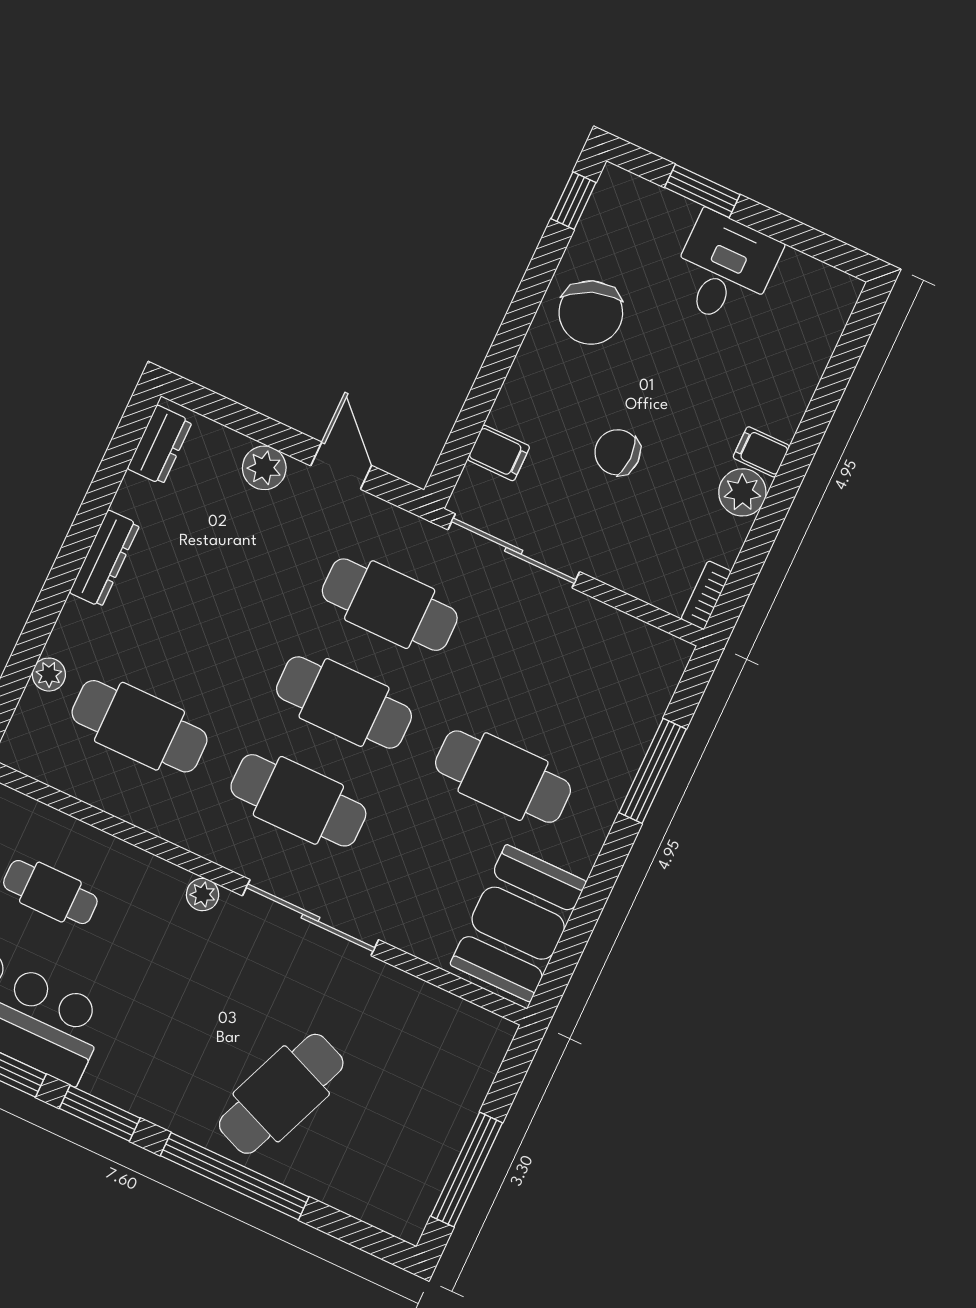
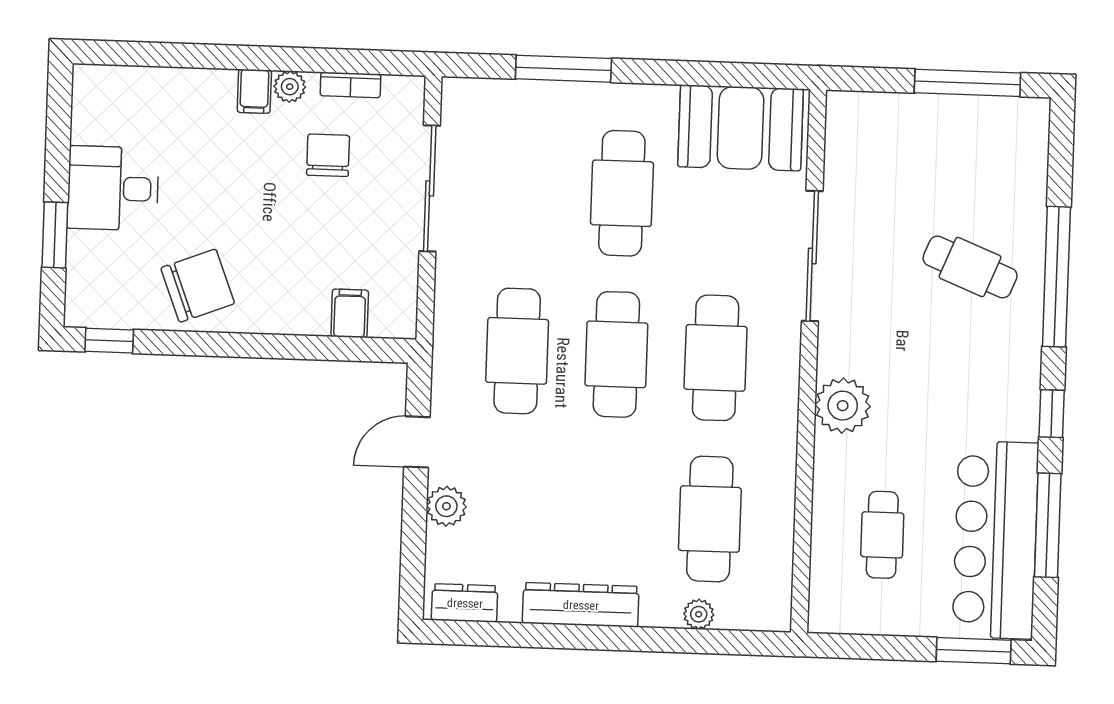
chair: (618, 452) -> (328, 155), moved, turned 180
plant: (742, 492) -> (290, 87), width x0.73, depth x0.73
sliding door: (514, 551) -> (430, 188), moved
dresser: (105, 559) -> (581, 605), width x1.37, depth x1.24
bookcase: (706, 595) -> (350, 85), moved
plant: (203, 895) -> (843, 406), width x1.88, depth x1.88
sliding door: (311, 918) -> (812, 256), moved
cafe table: (281, 1094) -> (970, 267), width x0.73, depth x0.74
window: (100, 1113) -> (1052, 414), width x0.67

